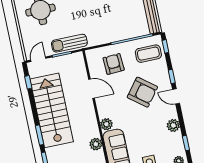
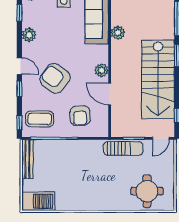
plant: (106, 124) -> (102, 70), moved

